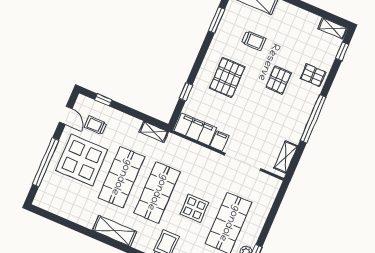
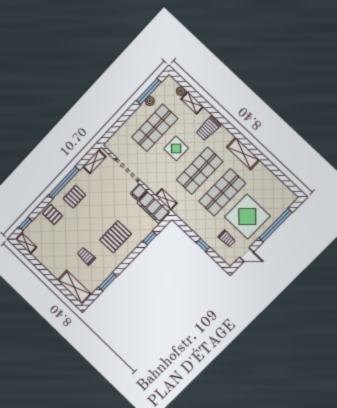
pallet: (279, 80) -> (74, 197), moved
window: (103, 100) -> (203, 245), moved
door: (66, 115) -> (246, 255), swing flipped
shelving: (154, 132) -> (166, 199), moved

